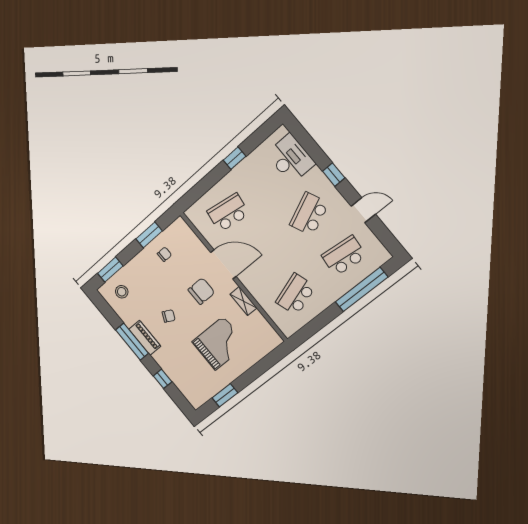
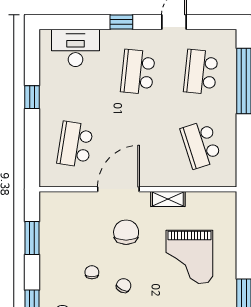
school desk: (309, 214) -> (138, 72), turned 30
chair: (164, 254) -> (92, 272), moved
grand piano: (219, 343) -> (189, 257), turned 180

